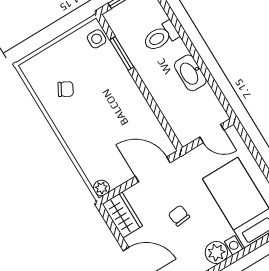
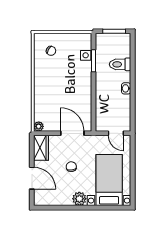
side table: (97, 39) -> (86, 55), moved
washbasin: (190, 73) -> (126, 88), width x0.52, depth x0.69
chair: (66, 89) -> (51, 51), moved

